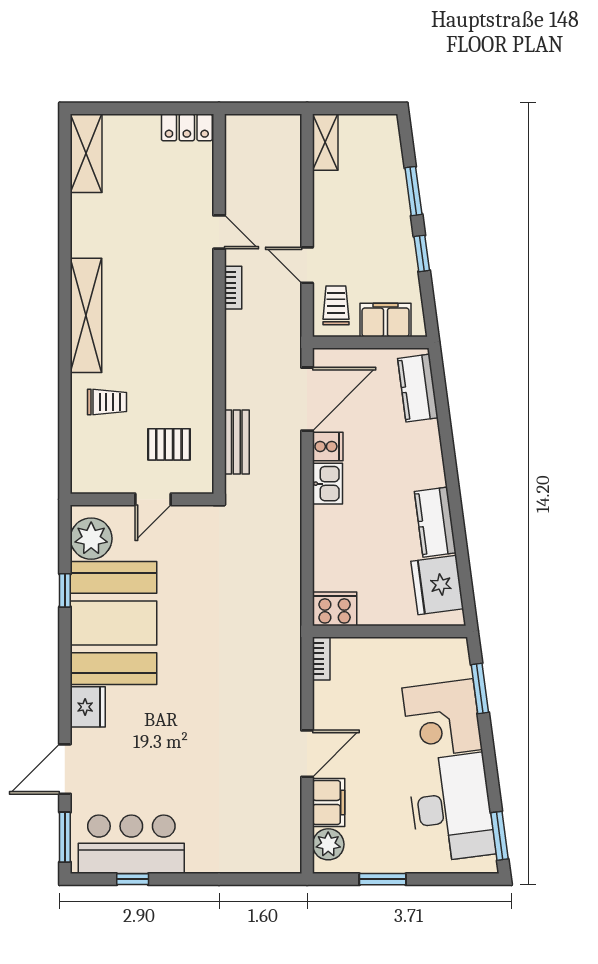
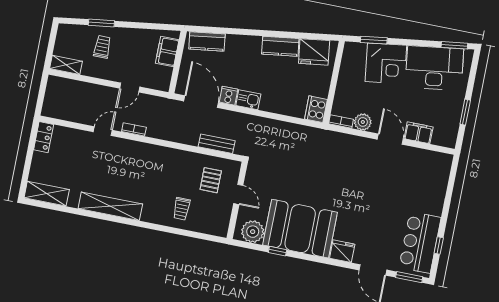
window: (422, 253) -> (136, 25), removed
trolley: (336, 305) -> (102, 47), moved, turned 90
shelving: (86, 315) -> (110, 206), moved
trolley: (107, 402) -> (182, 209), turned 180
plant: (328, 844) -> (363, 122), moved

